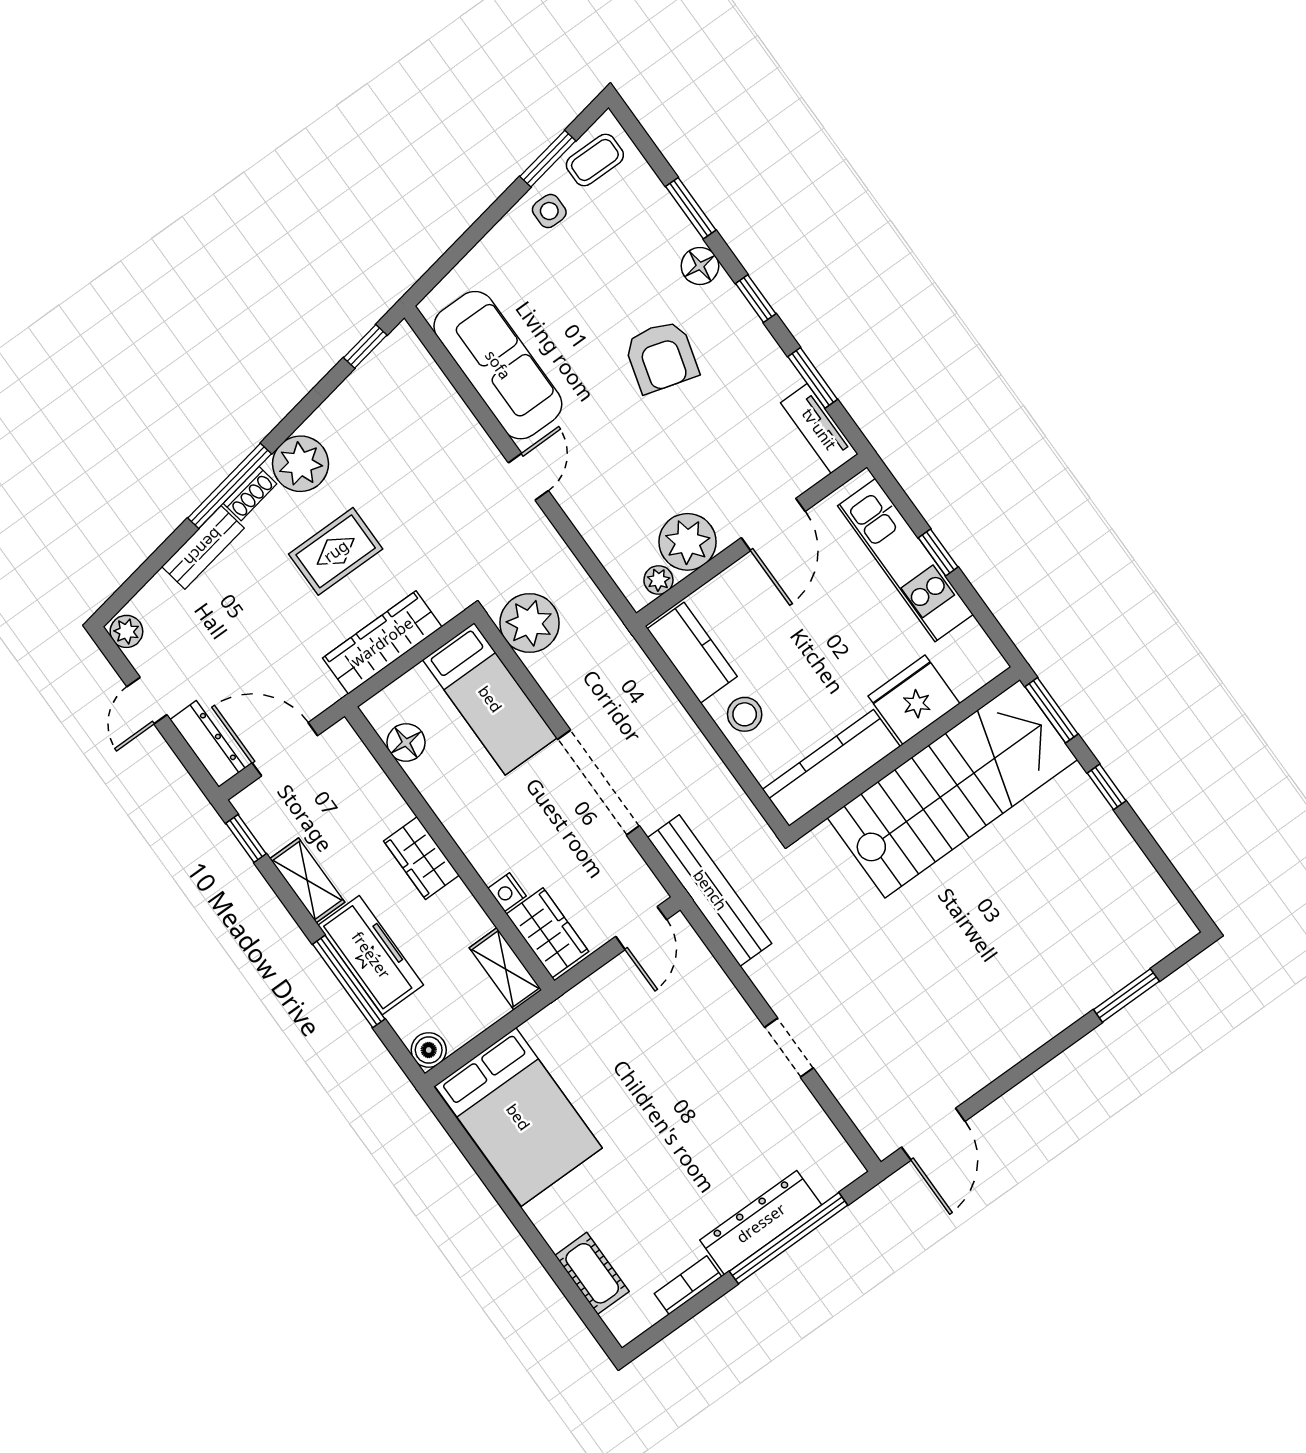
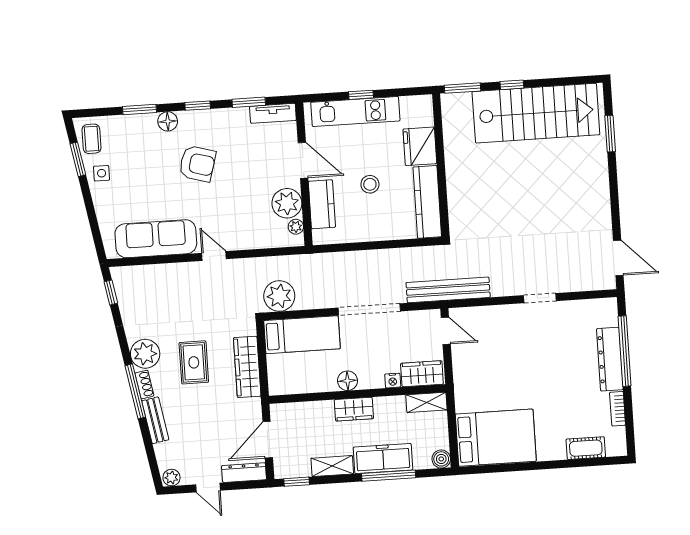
kitchen counter: (692, 653) -> (322, 204), moved, turned 90
stool: (745, 714) -> (370, 184), moved
floor lamp: (406, 743) -> (348, 381), moved
stairs: (952, 789) -> (536, 113), moved, turned 90

